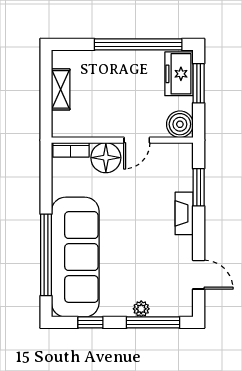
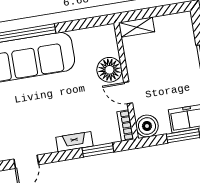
shelving: (61, 89) -> (137, 27), moved
bookcase: (71, 150) -> (125, 126), moved

